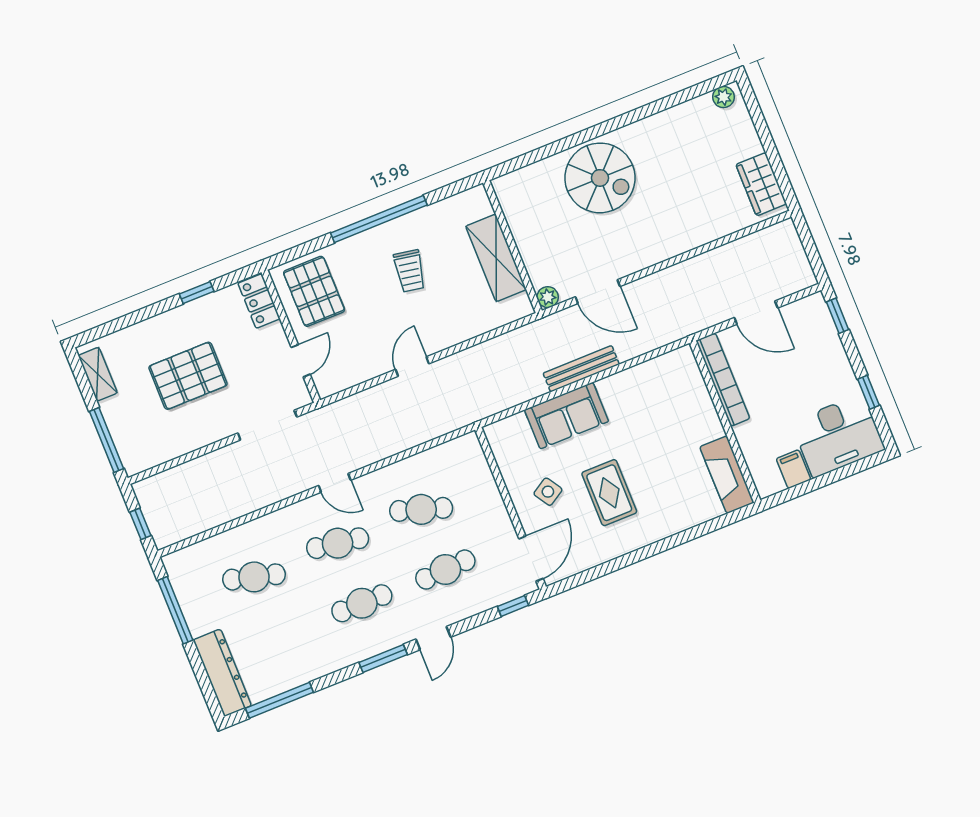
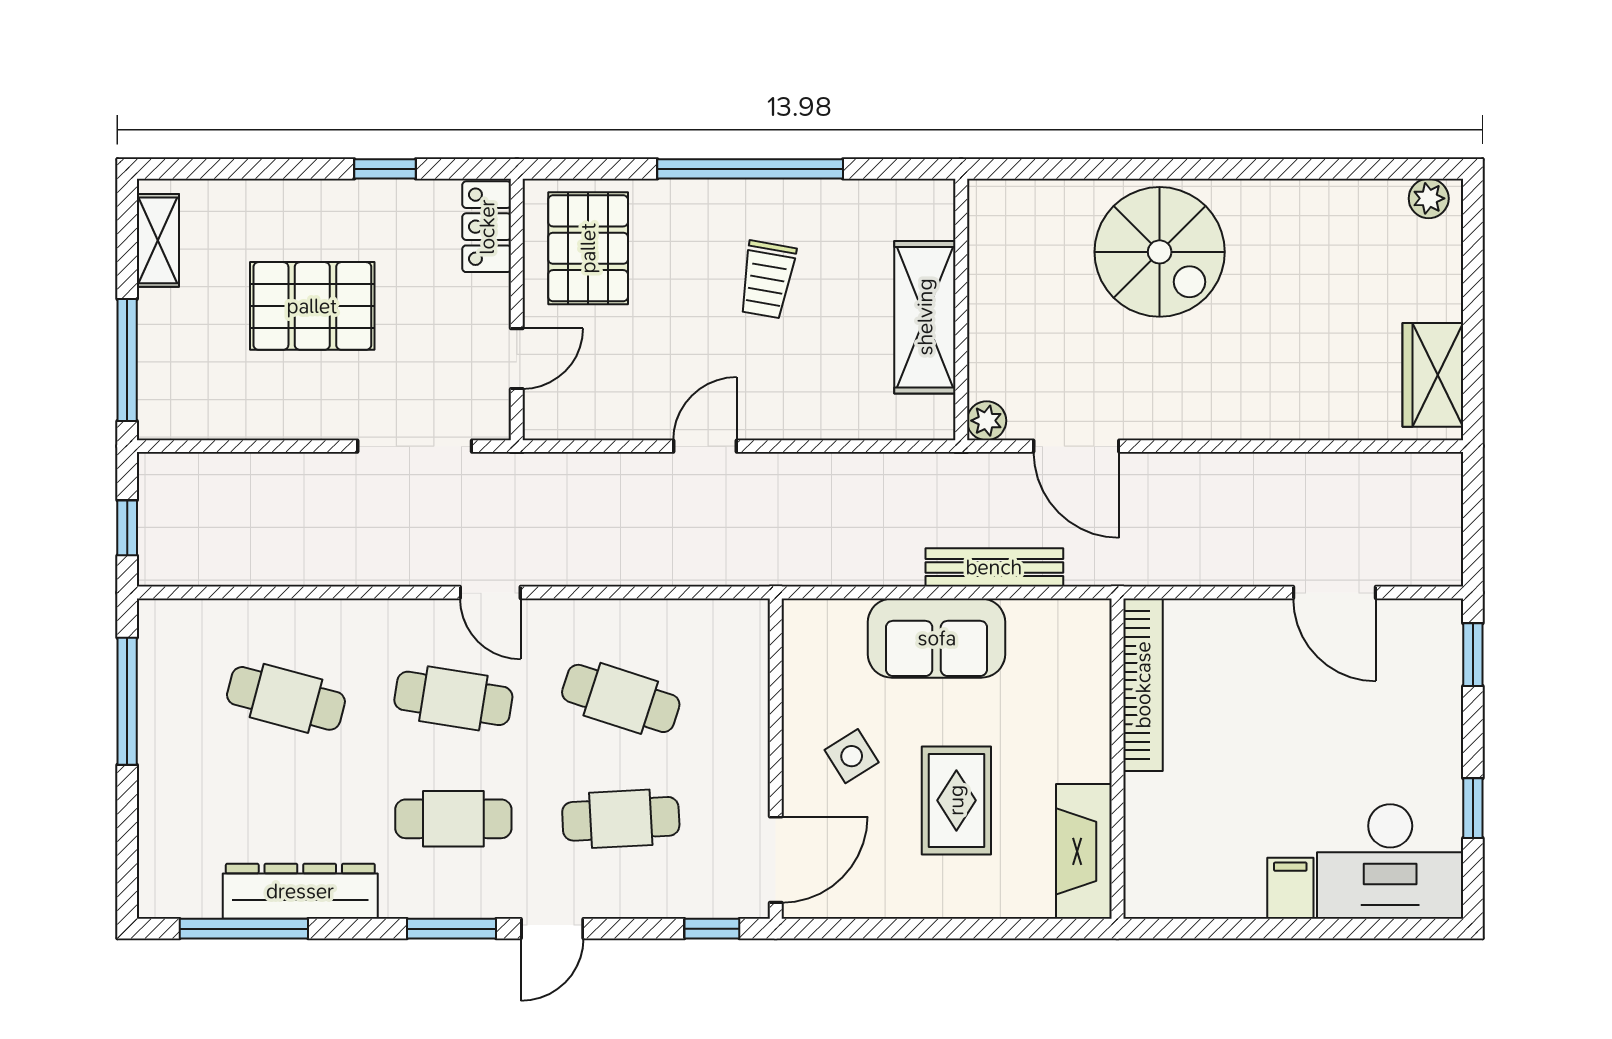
bookcase: (723, 380) -> (1143, 685), moved
wall: (725, 422) -> (1117, 759), moved
fireplace: (727, 475) -> (1084, 851), moved
dresser: (222, 673) -> (300, 891), moved, turned -90

